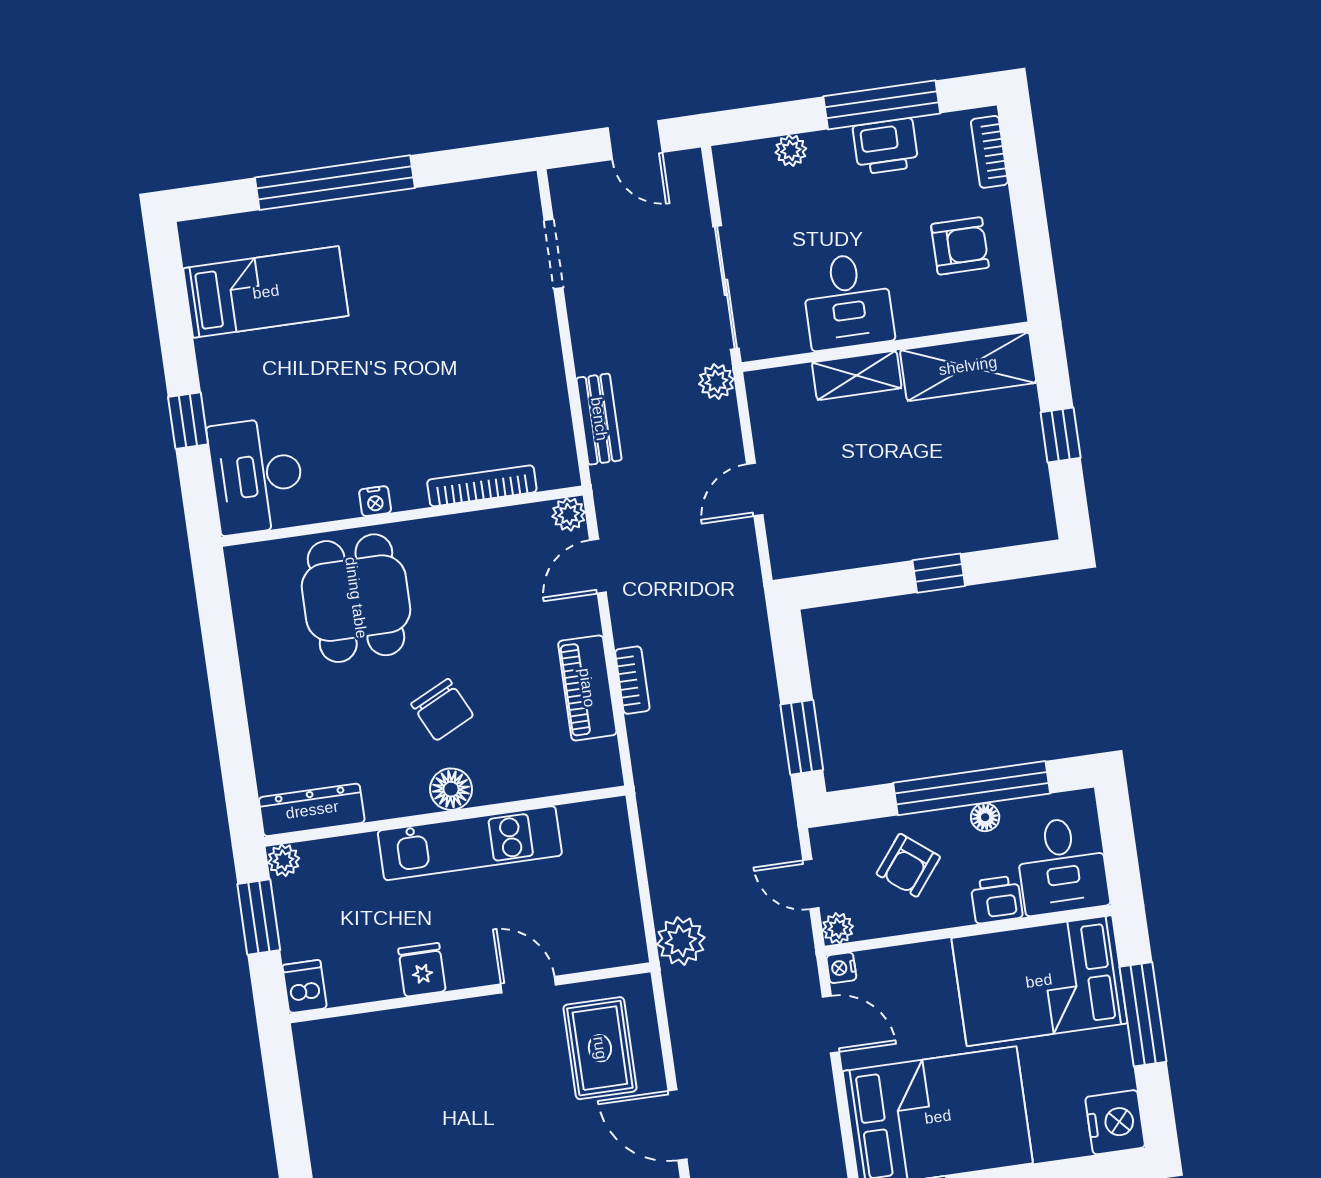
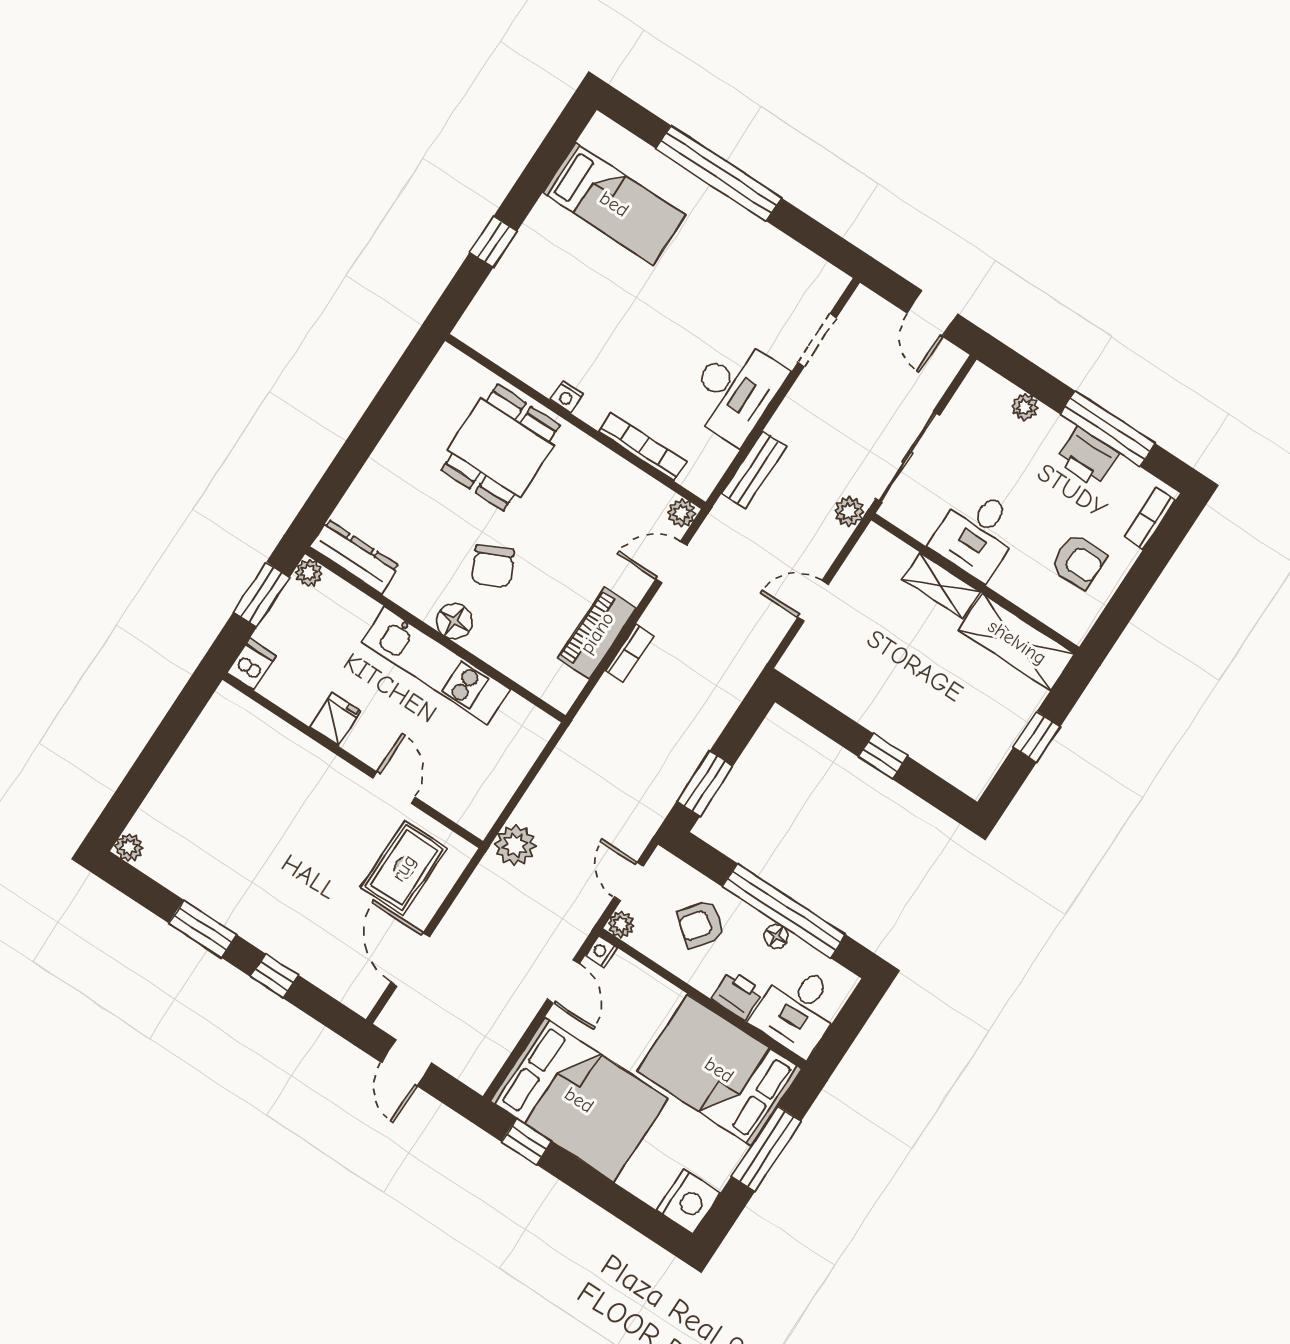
desk: (257, 476) -> (735, 390), moved, turned 180

